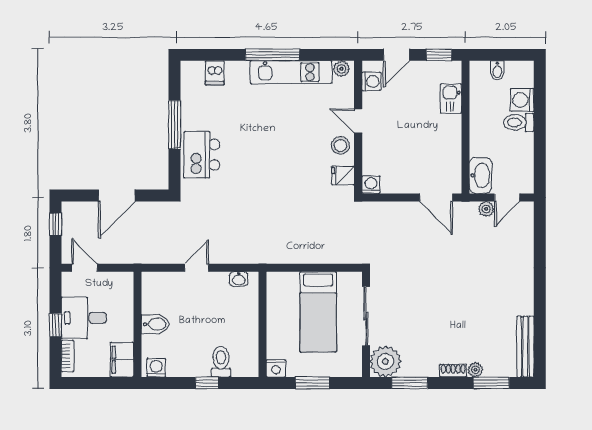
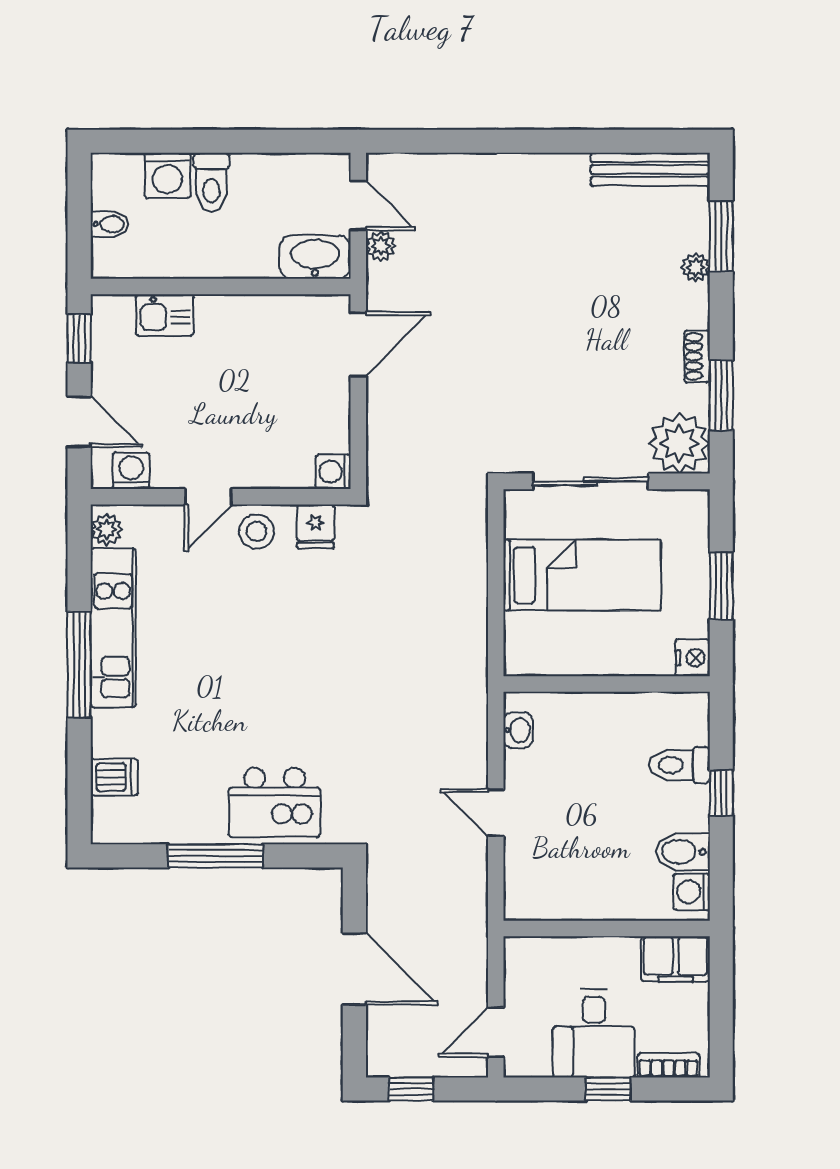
bidet: (155, 324) -> (683, 852), moved, turned -90
shoe rack: (453, 371) -> (697, 356), moved

